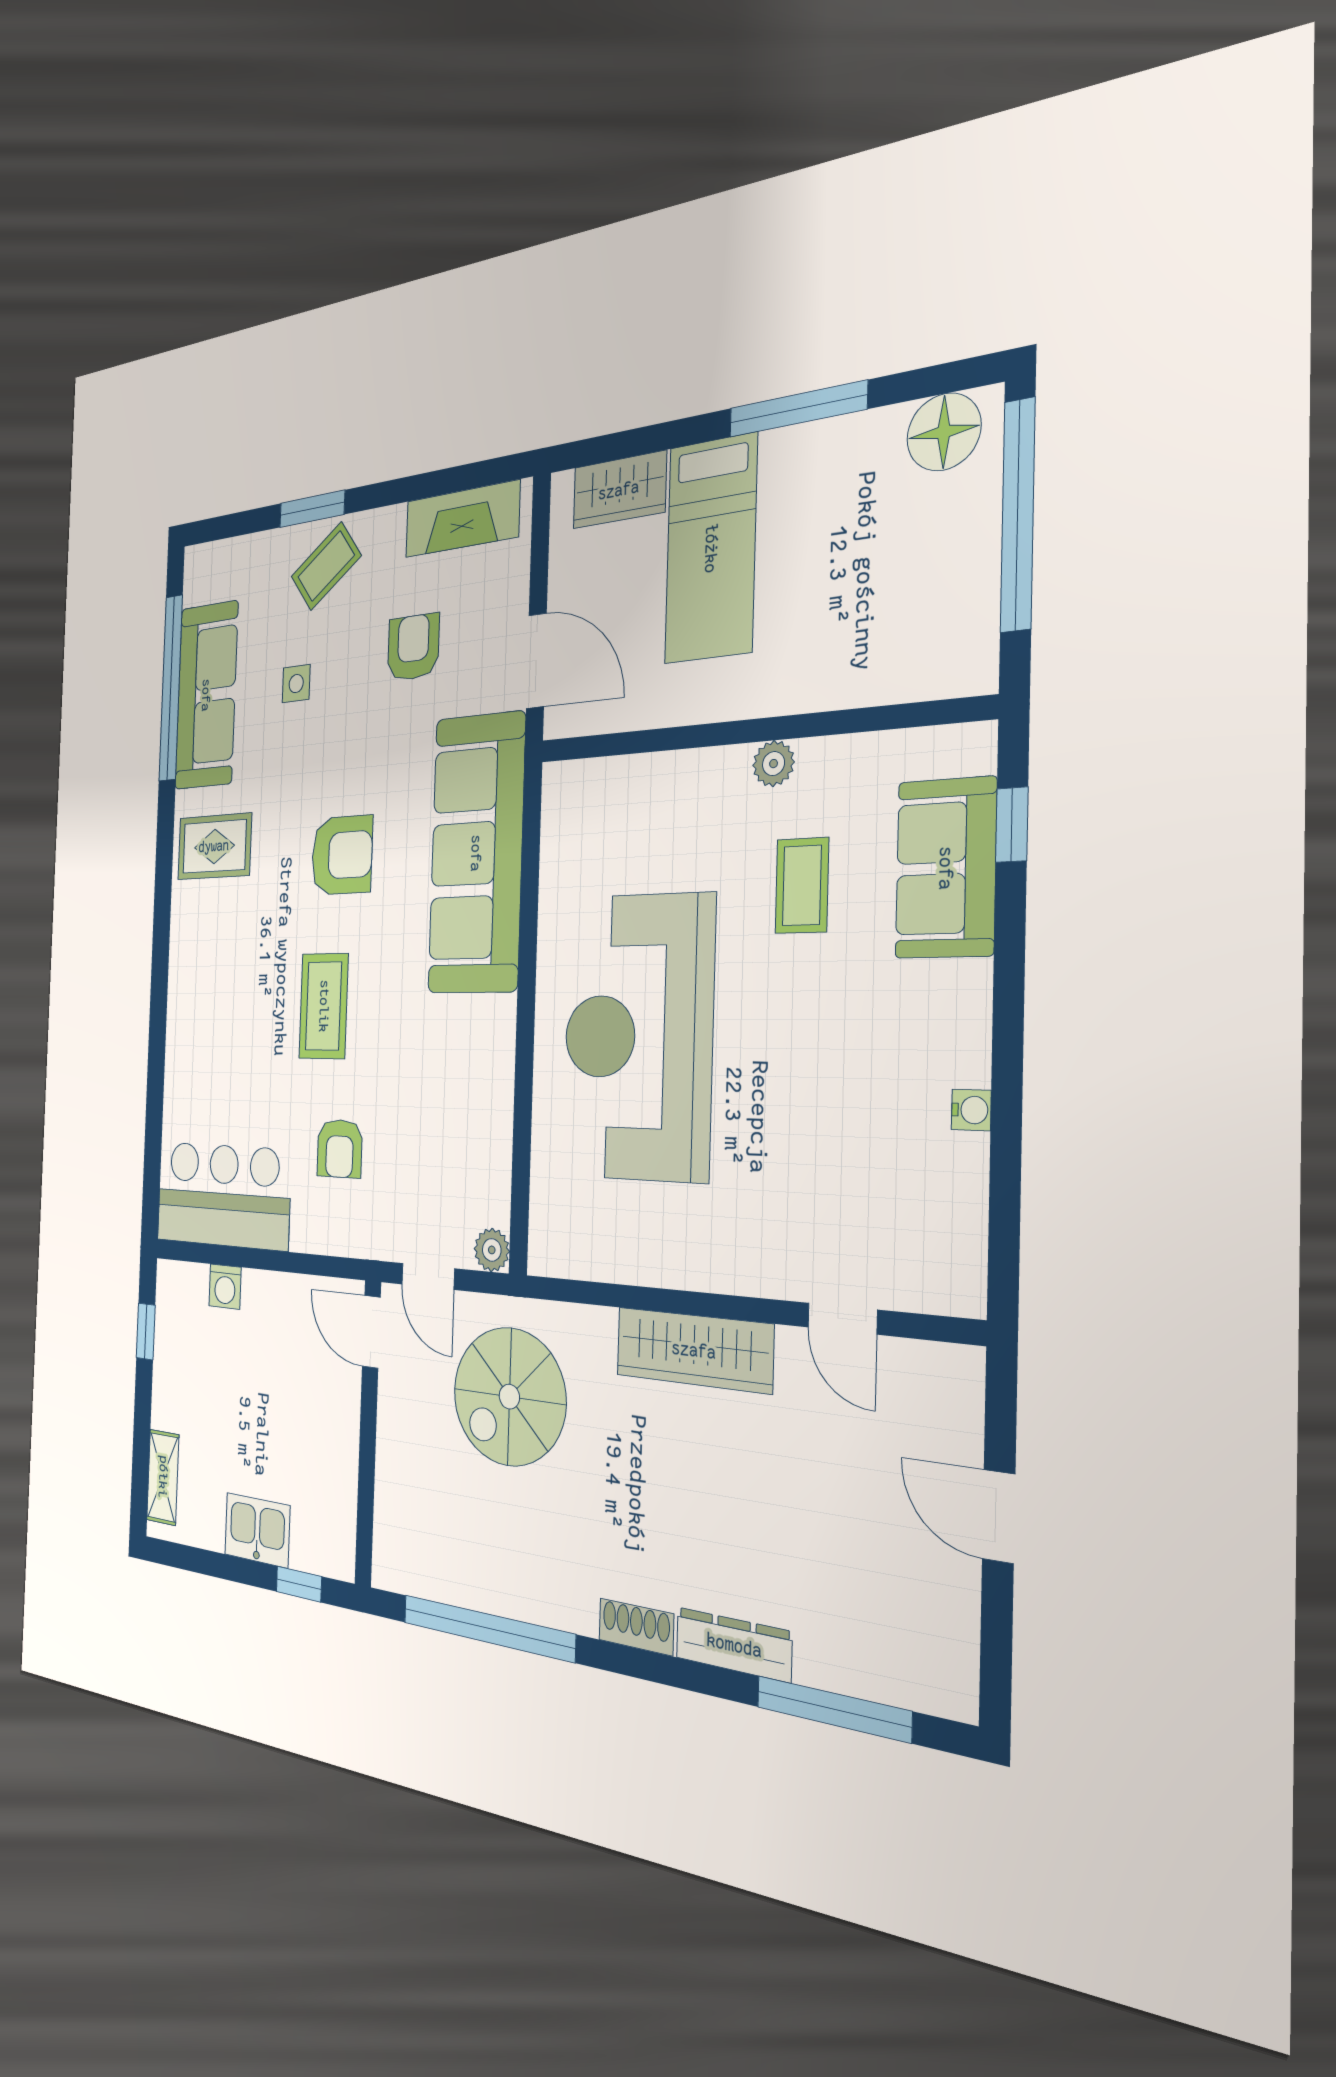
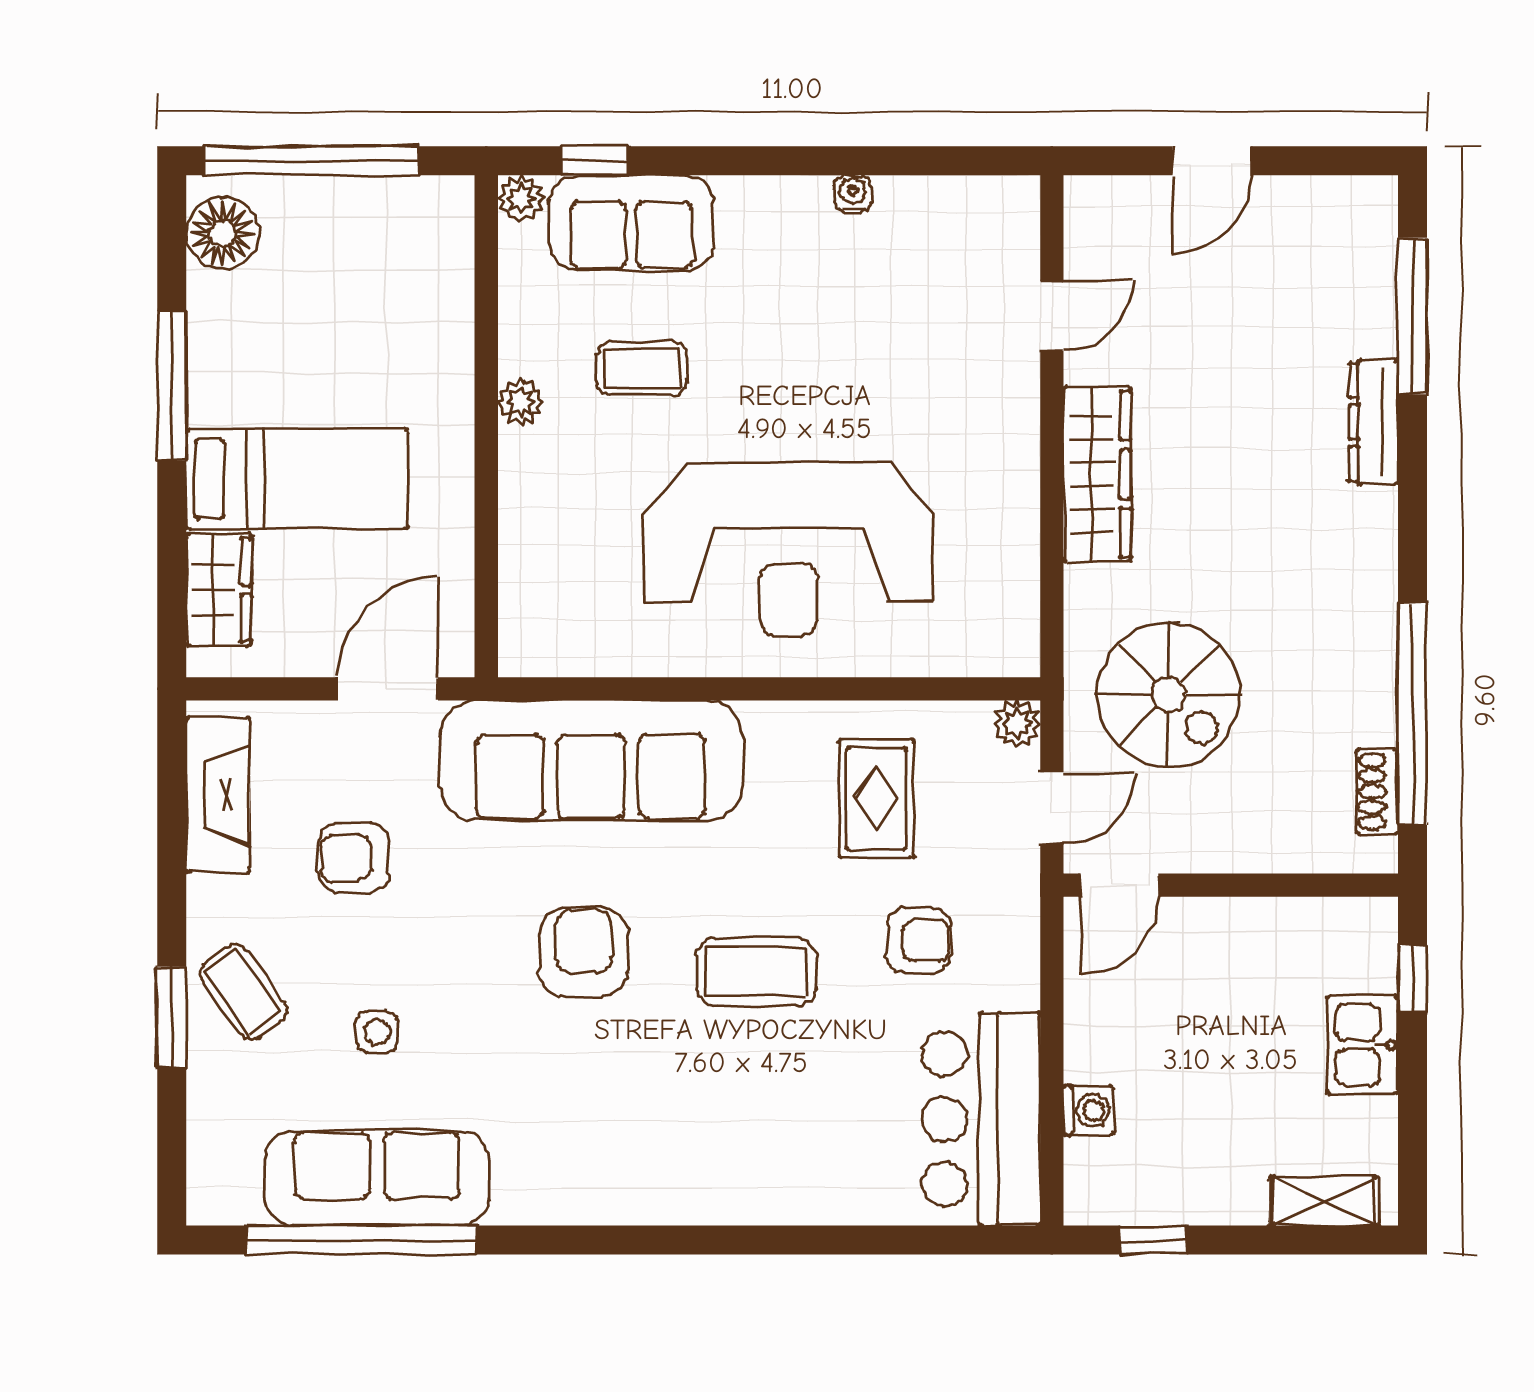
plant: (973, 747) -> (521, 198), added
rug: (214, 846) -> (876, 798), moved
shoe rack: (636, 1627) -> (1377, 791), moved

